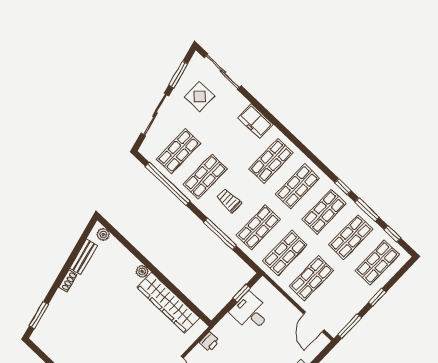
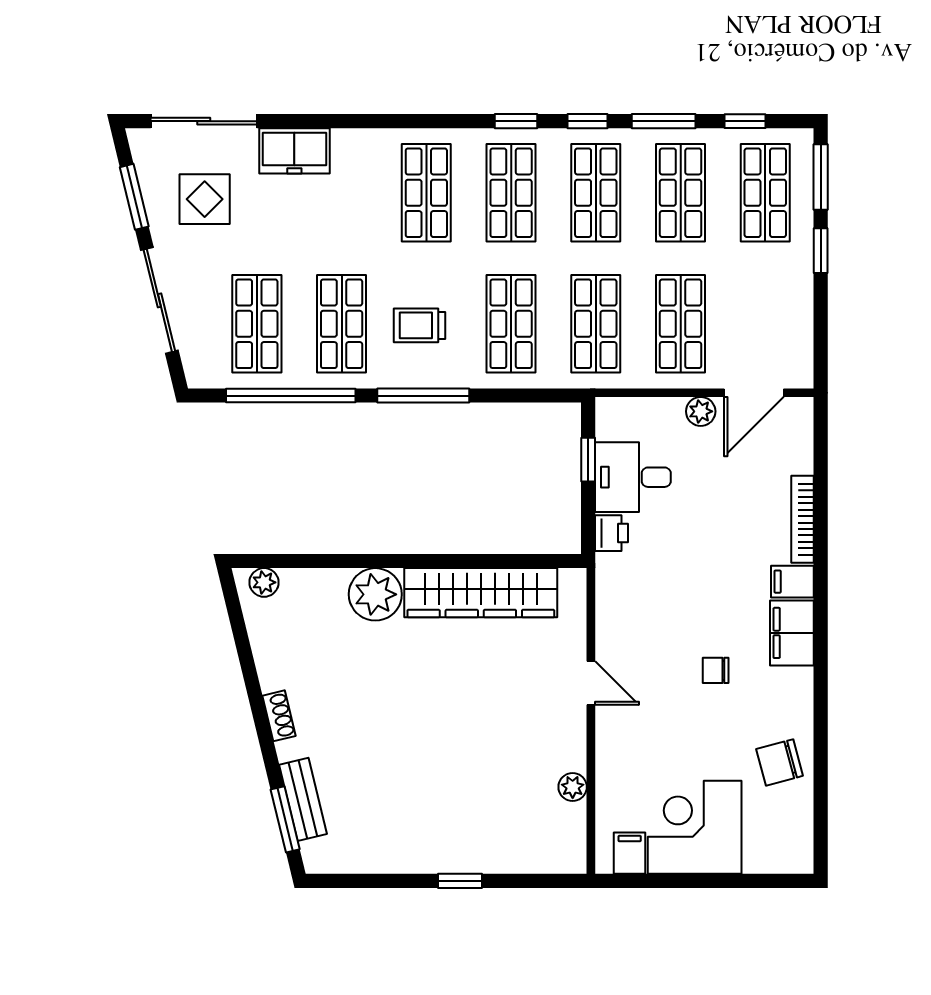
freezer: (255, 121) -> (294, 151), moved
window: (321, 165) -> (516, 121), added
window: (220, 234) -> (423, 396), moved
bench: (84, 257) -> (303, 799), moved
plant: (142, 271) -> (375, 594), width x1.87, depth x1.87
plant: (291, 312) -> (701, 411), added
door: (314, 322) -> (754, 393), hinge flipped
window: (350, 326) -> (821, 177), moved
printer: (209, 342) -> (611, 533), moved

